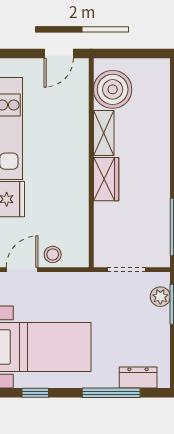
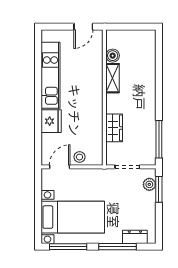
boiler: (113, 89) -> (113, 56), width x0.54, depth x0.54
wardrobe: (106, 179) -> (114, 128), moved
window: (35, 393) -> (68, 247), width x2.17

